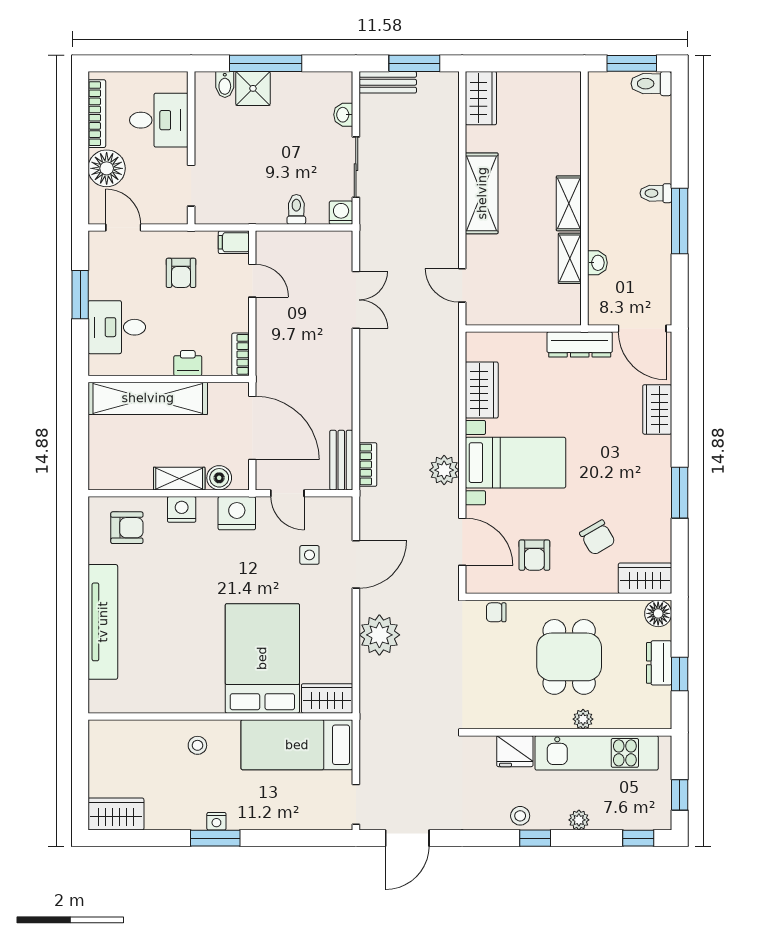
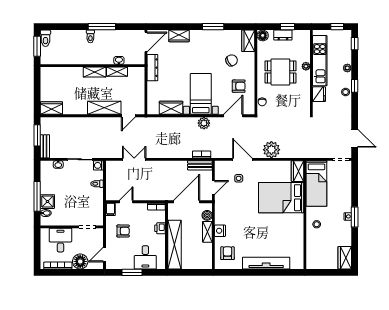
shelving: (482, 193) -> (104, 108), moved
nightstand: (237, 513) -> (222, 208), removed

